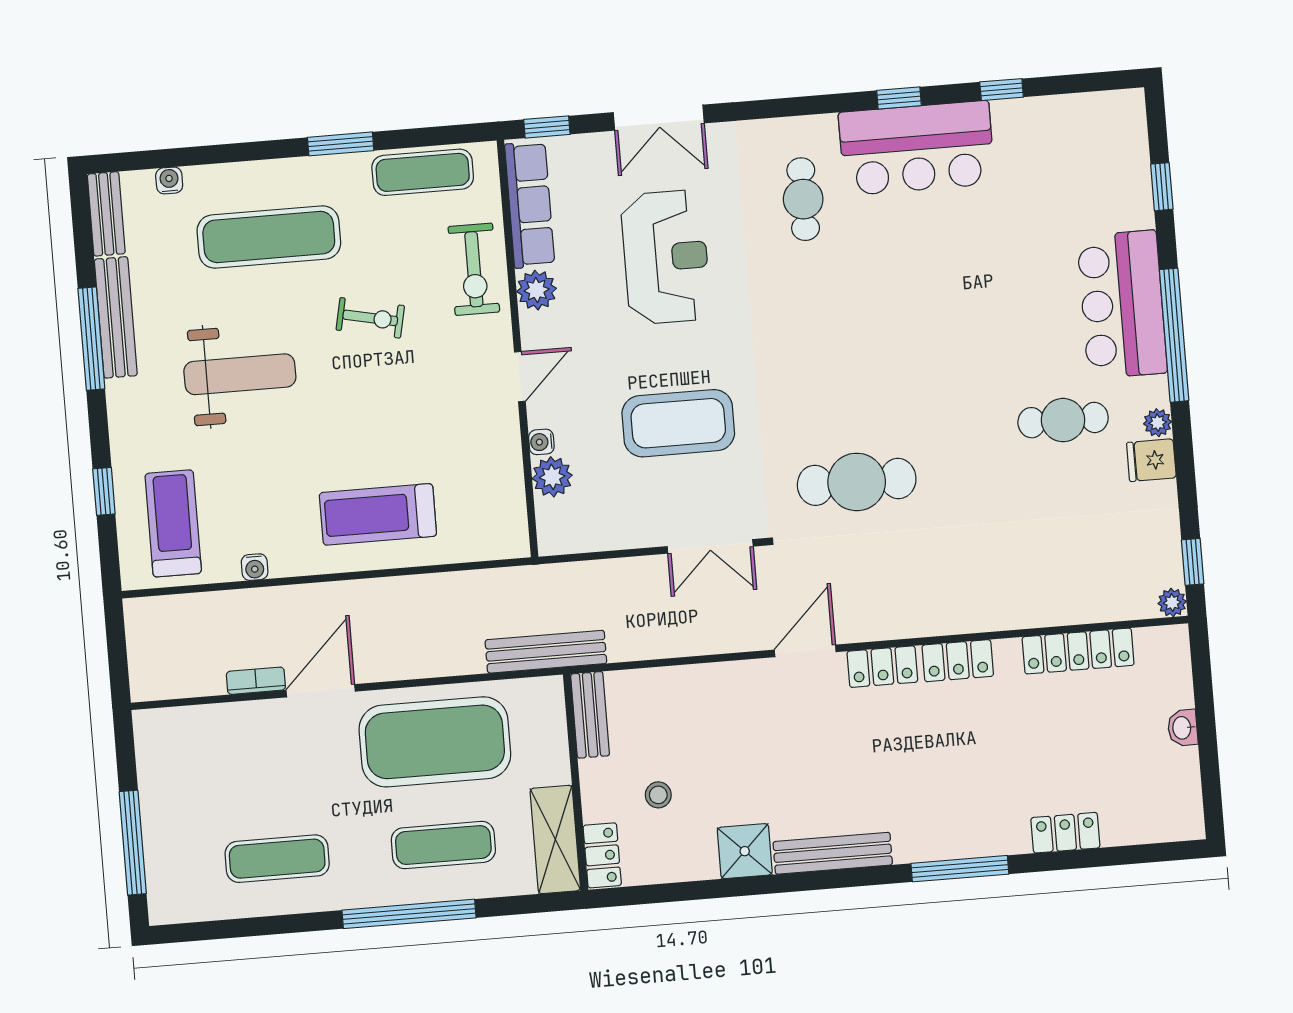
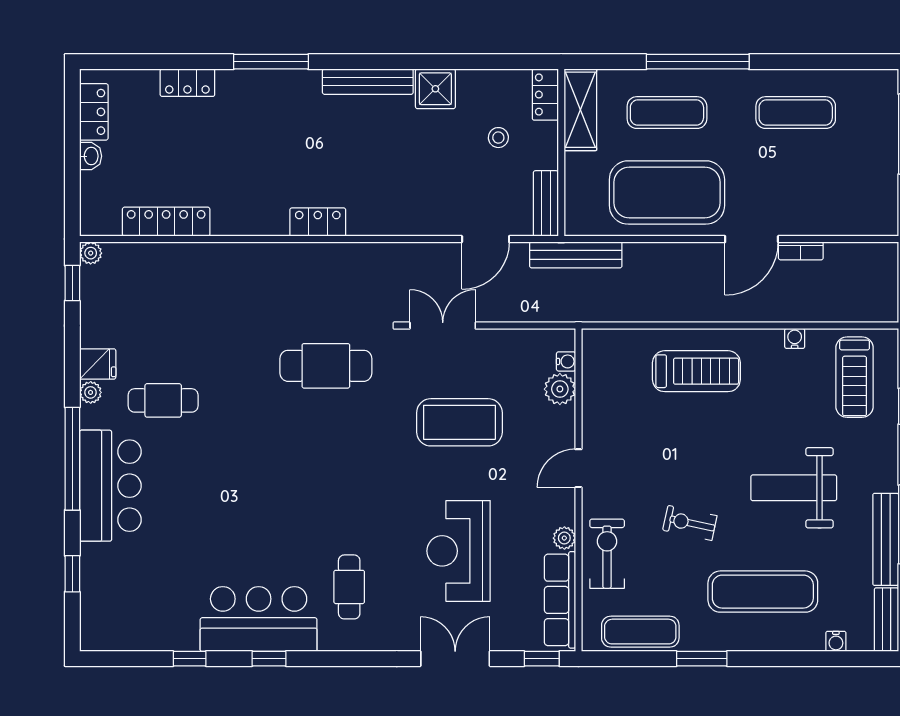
plant: (537, 290) -> (564, 538), width x0.73, depth x0.73
water cooler: (541, 442) -> (566, 361), moved
door: (805, 651) -> (486, 239), moved
locker: (958, 661) -> (94, 112), moved, turned 90

